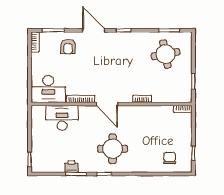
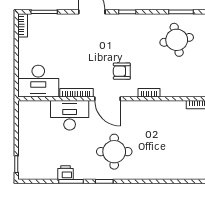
armchair: (68, 47) -> (122, 71), moved, turned 90
desk: (62, 118) -> (70, 115), moved
chair: (170, 158) -> (182, 163), removed

